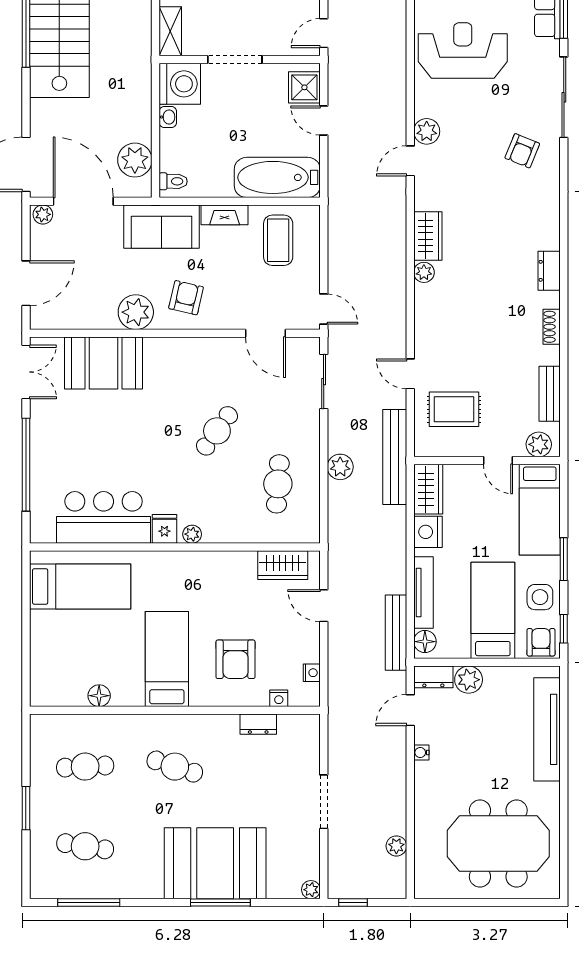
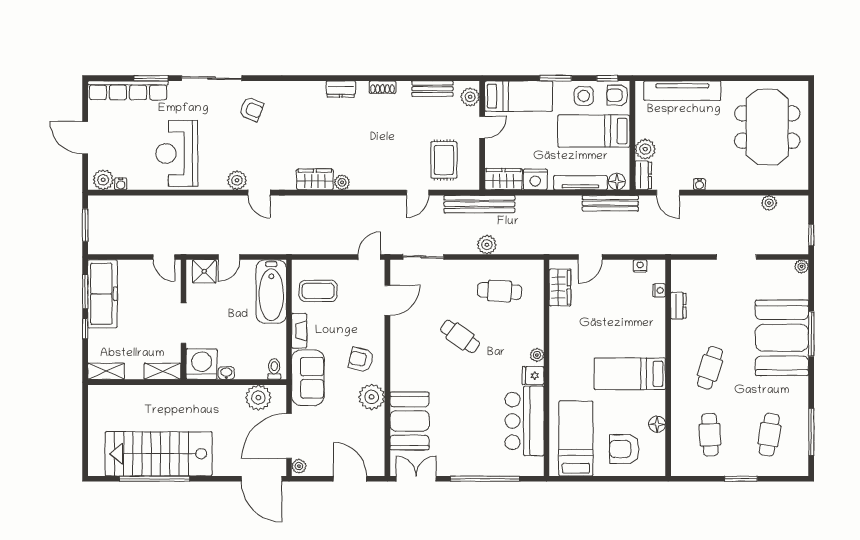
armchair: (236, 659) -> (624, 449), moved, turned 180

